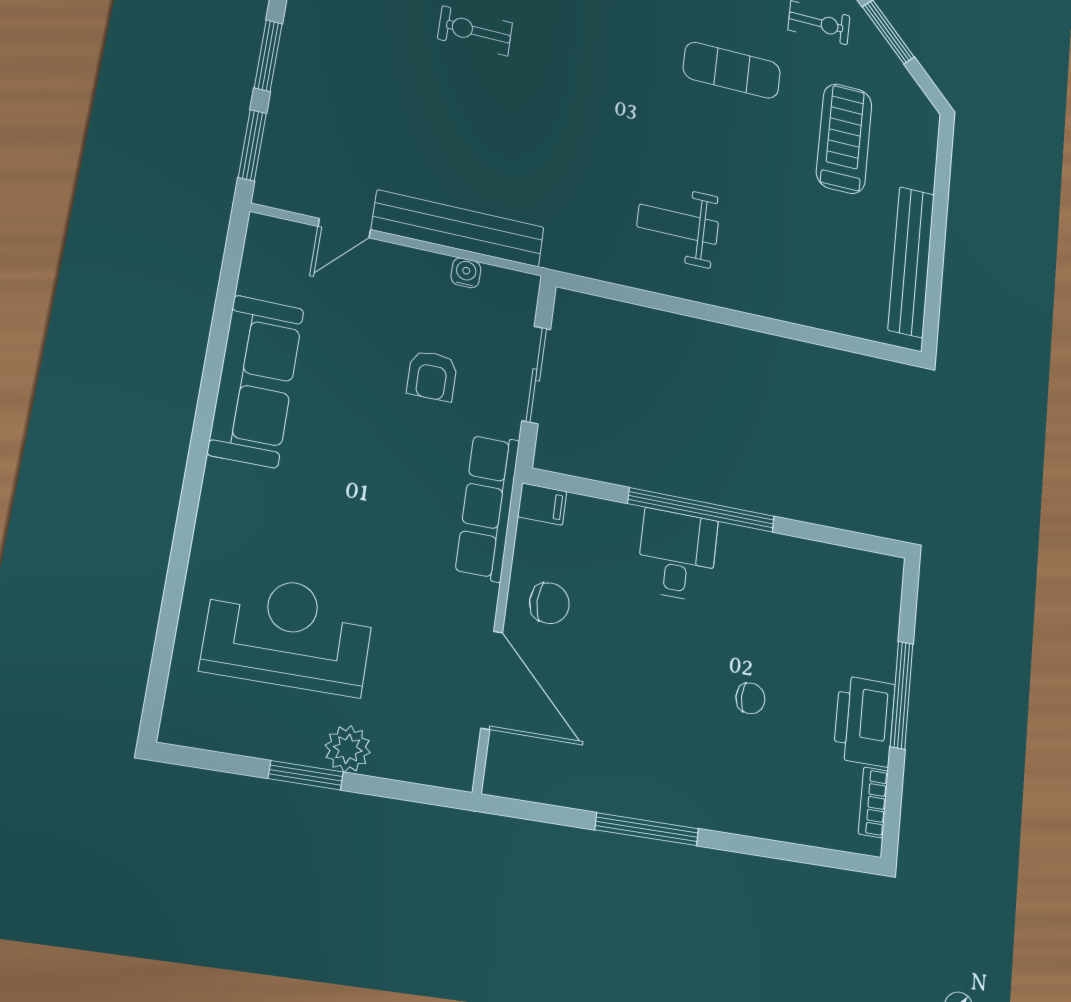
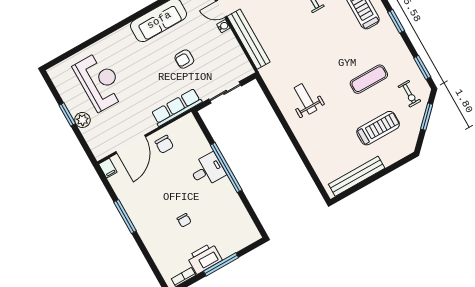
exercise mat: (732, 70) -> (369, 79), turned 90
water cooler: (466, 273) -> (223, 26), moved
armchair: (432, 376) -> (184, 59), moved
filing cabinet: (542, 504) -> (108, 168), moved

